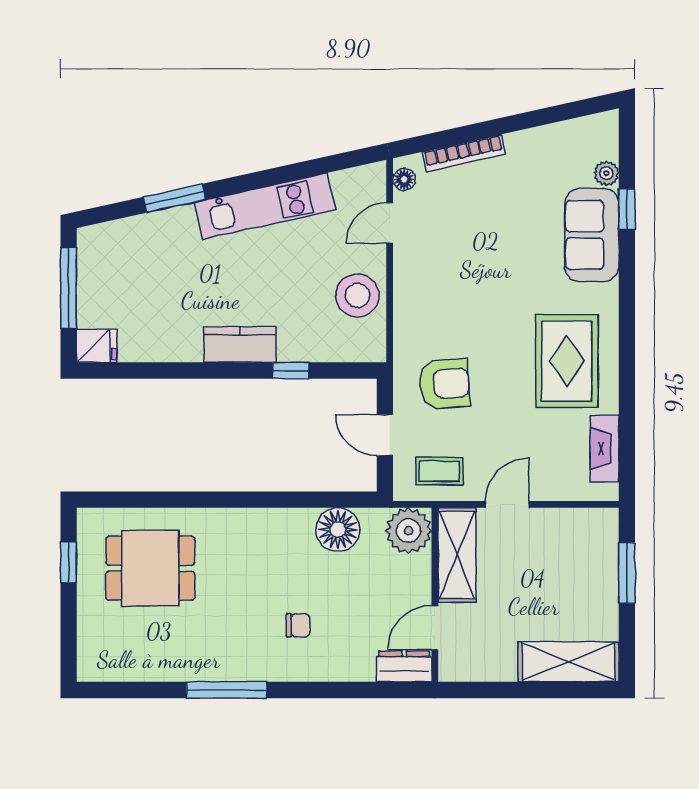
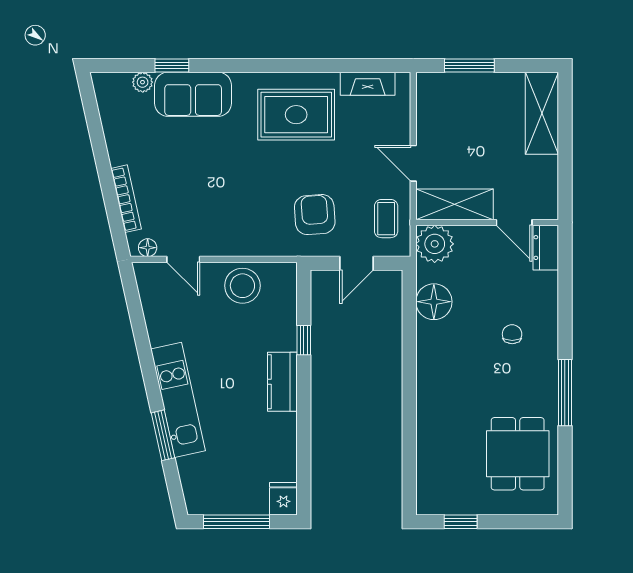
kitchen unit: (265, 206) -> (178, 400), moved
dining table: (150, 568) -> (518, 454), moved

